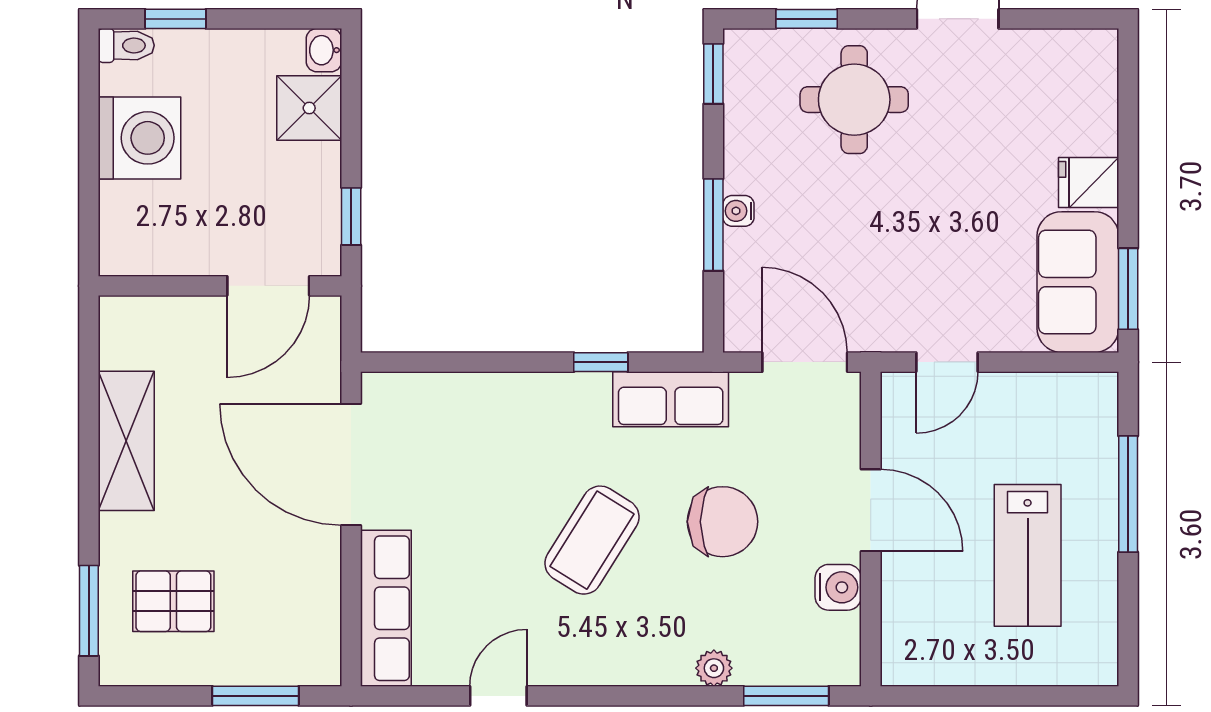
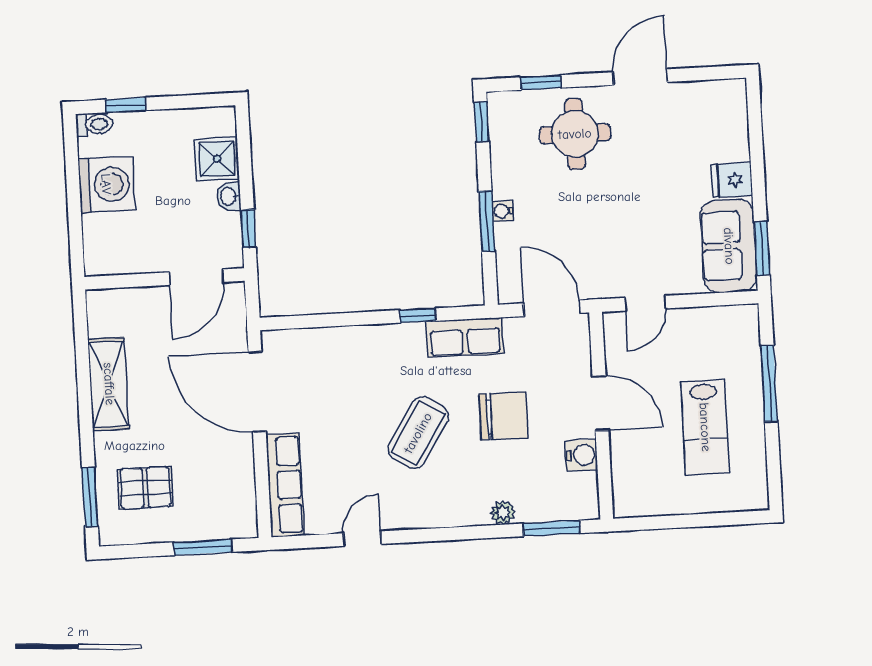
washbasin: (324, 50) -> (229, 196), moved

